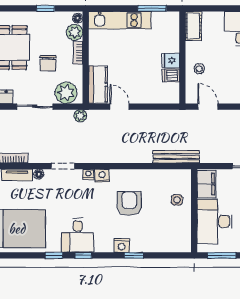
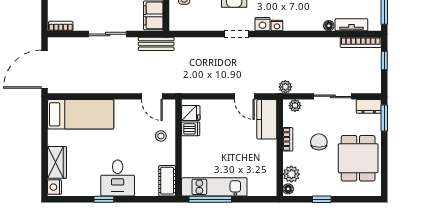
window: (152, 8) -> (210, 199), width x1.44
kitchen unit: (120, 20) -> (214, 187), moved
bookcase: (78, 53) -> (288, 139), moved
fridge: (171, 60) -> (191, 113), moved
plant: (66, 93) -> (295, 106), width x0.53, depth x0.53
bench: (176, 157) -> (156, 44), moved, width x0.73
doorway: (63, 166) -> (237, 34), moved

